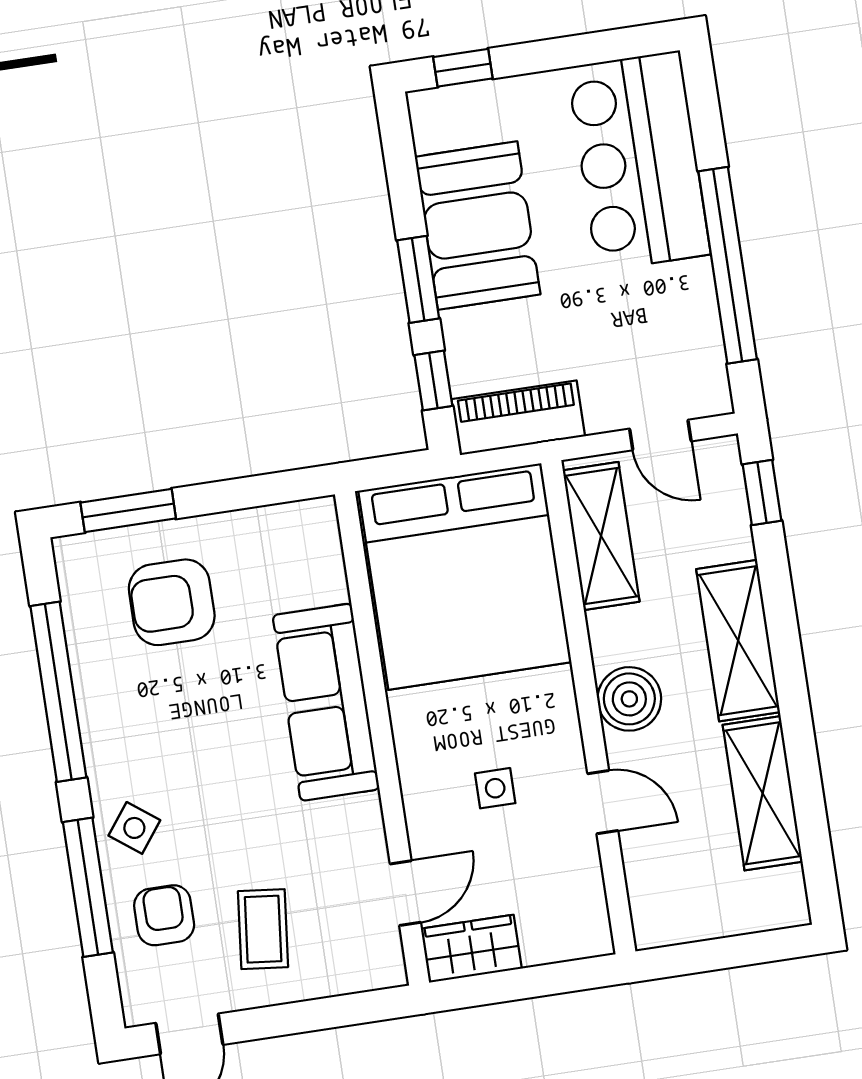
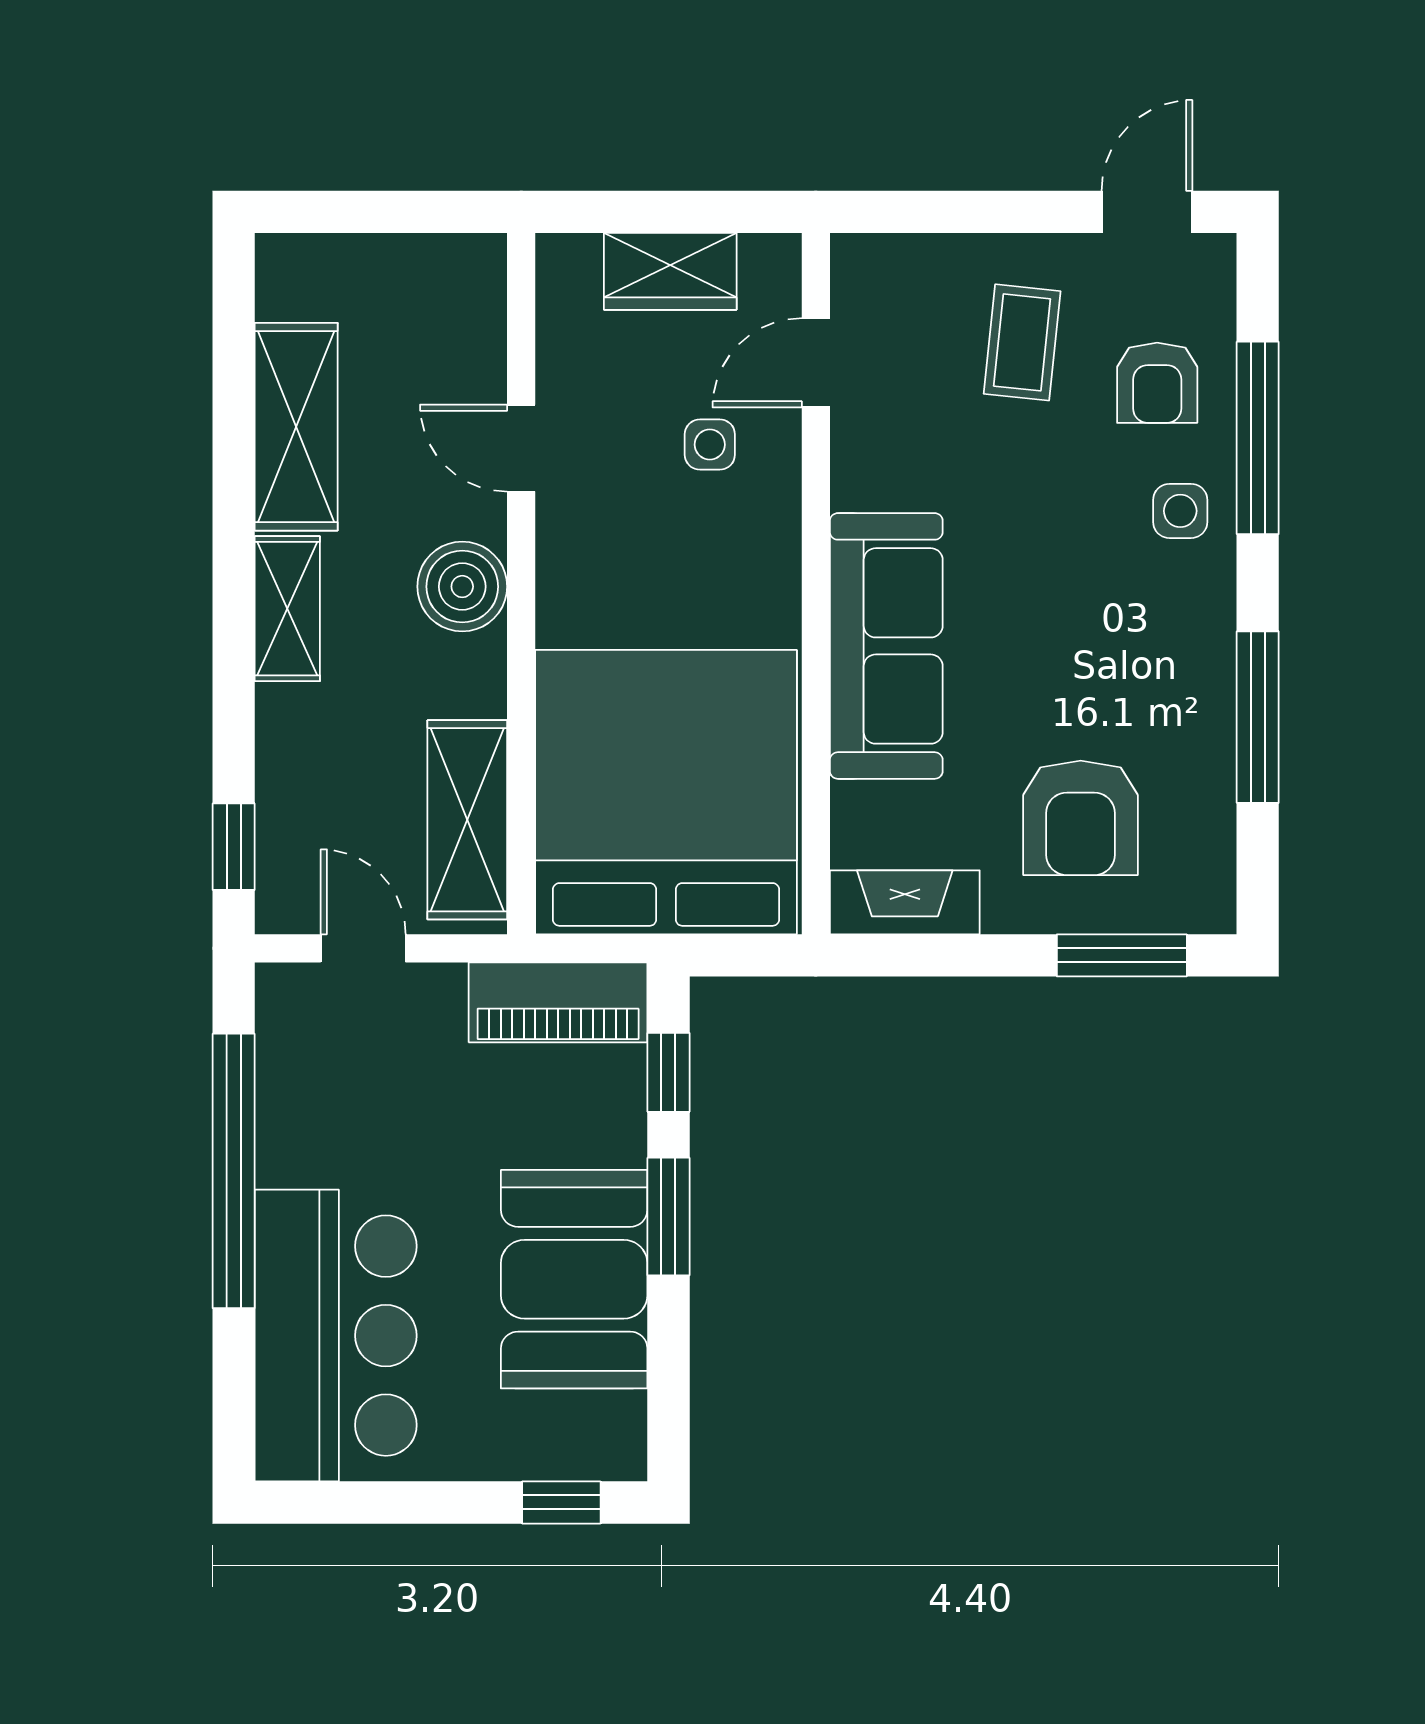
fireplace: (286, 525) -> (905, 902), added
armchair: (172, 602) -> (1081, 818), turned 90
shelving: (738, 641) -> (287, 609), width x0.67, depth x0.75
window: (58, 692) -> (1258, 717), width x0.68
side table: (495, 788) -> (710, 445), moved
side table: (134, 828) -> (1180, 511), turned -37
wardrobe: (471, 949) -> (670, 271), moved

